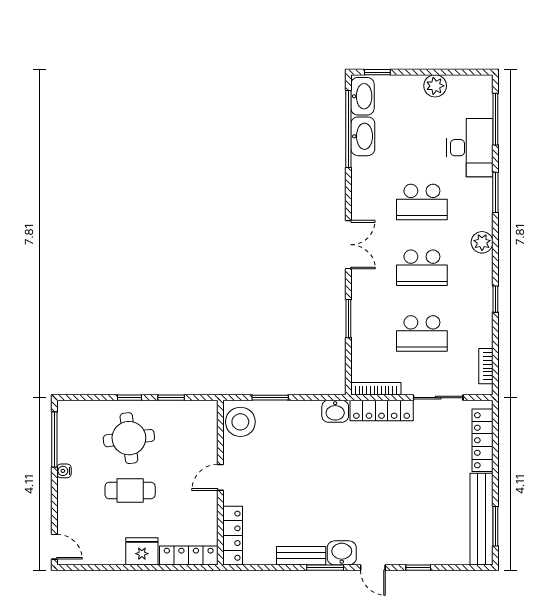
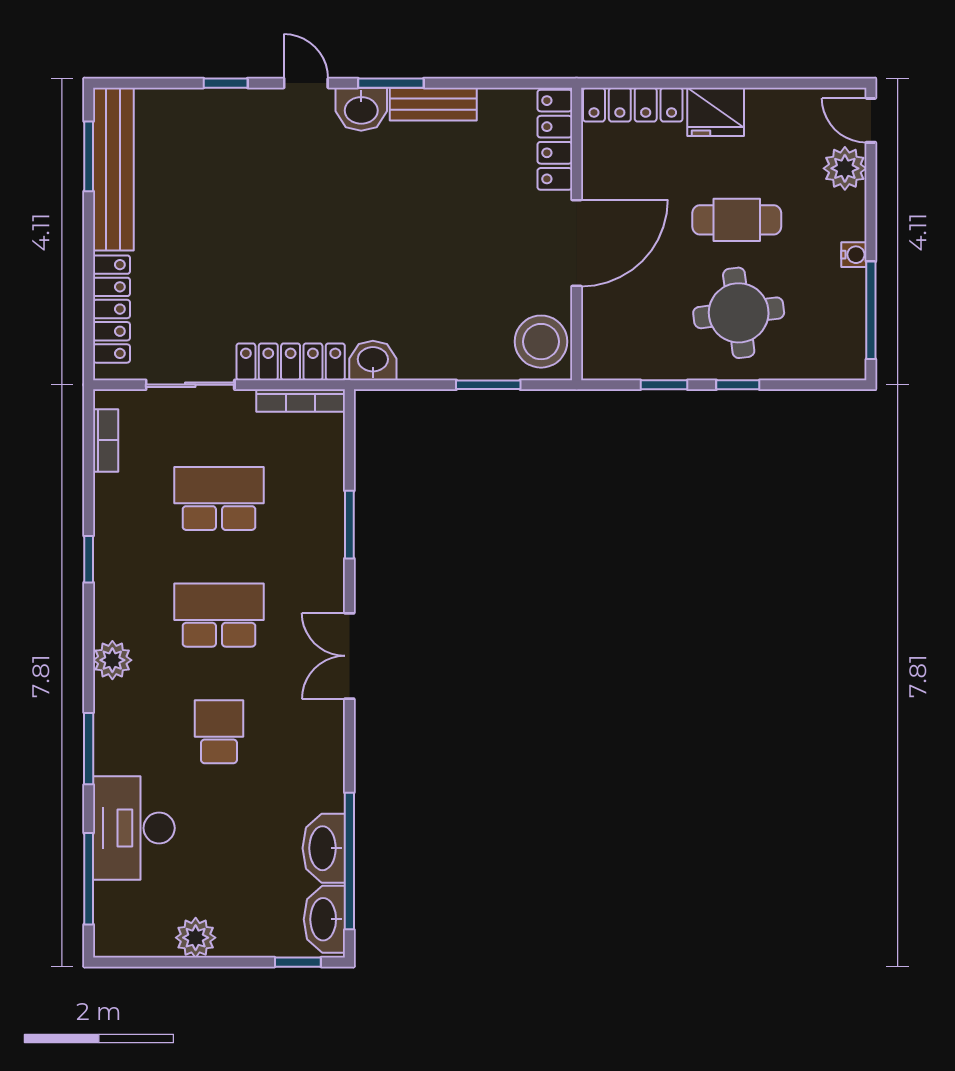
school desk: (422, 202) -> (219, 732), width x0.54
door: (220, 477) -> (577, 243), width x1.88
plant: (69, 520) -> (845, 168), added

